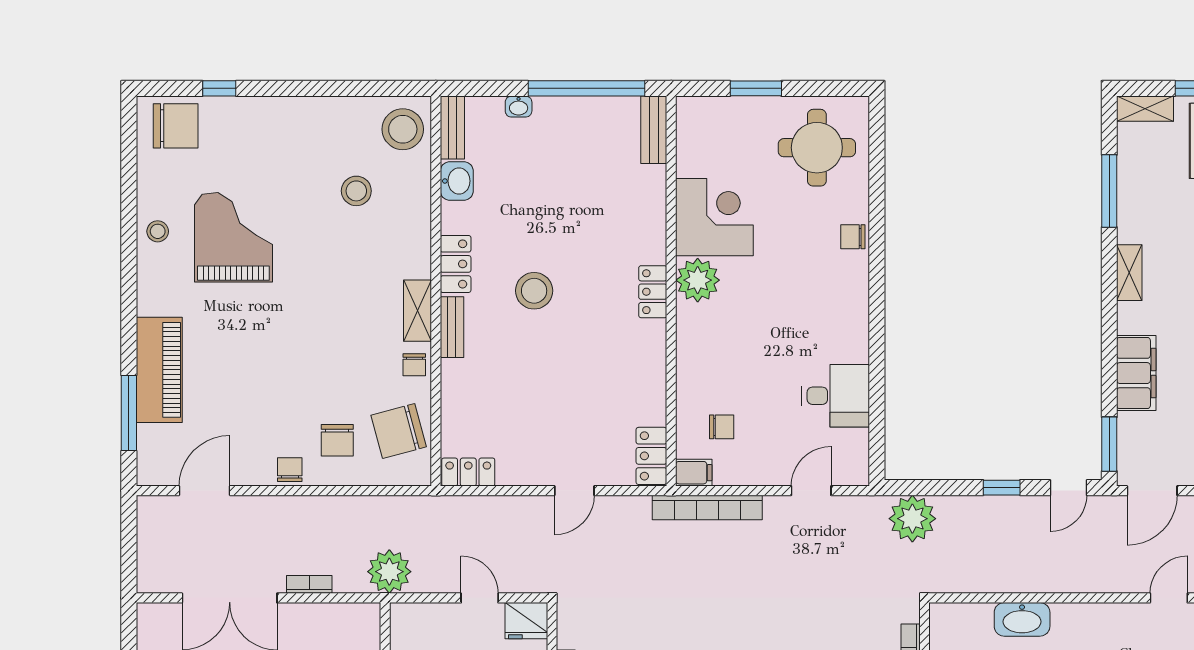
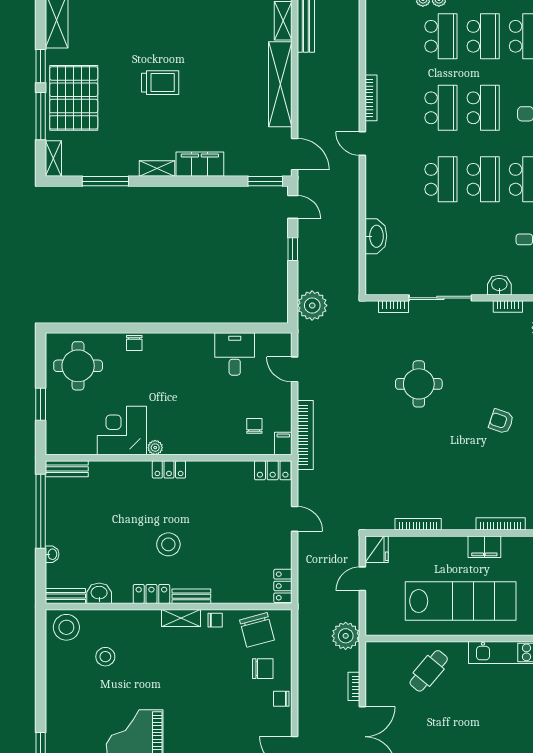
plant: (698, 280) -> (155, 448), width x0.53, depth x0.53
filing cabinet: (1136, 373) -> (200, 164), moved

